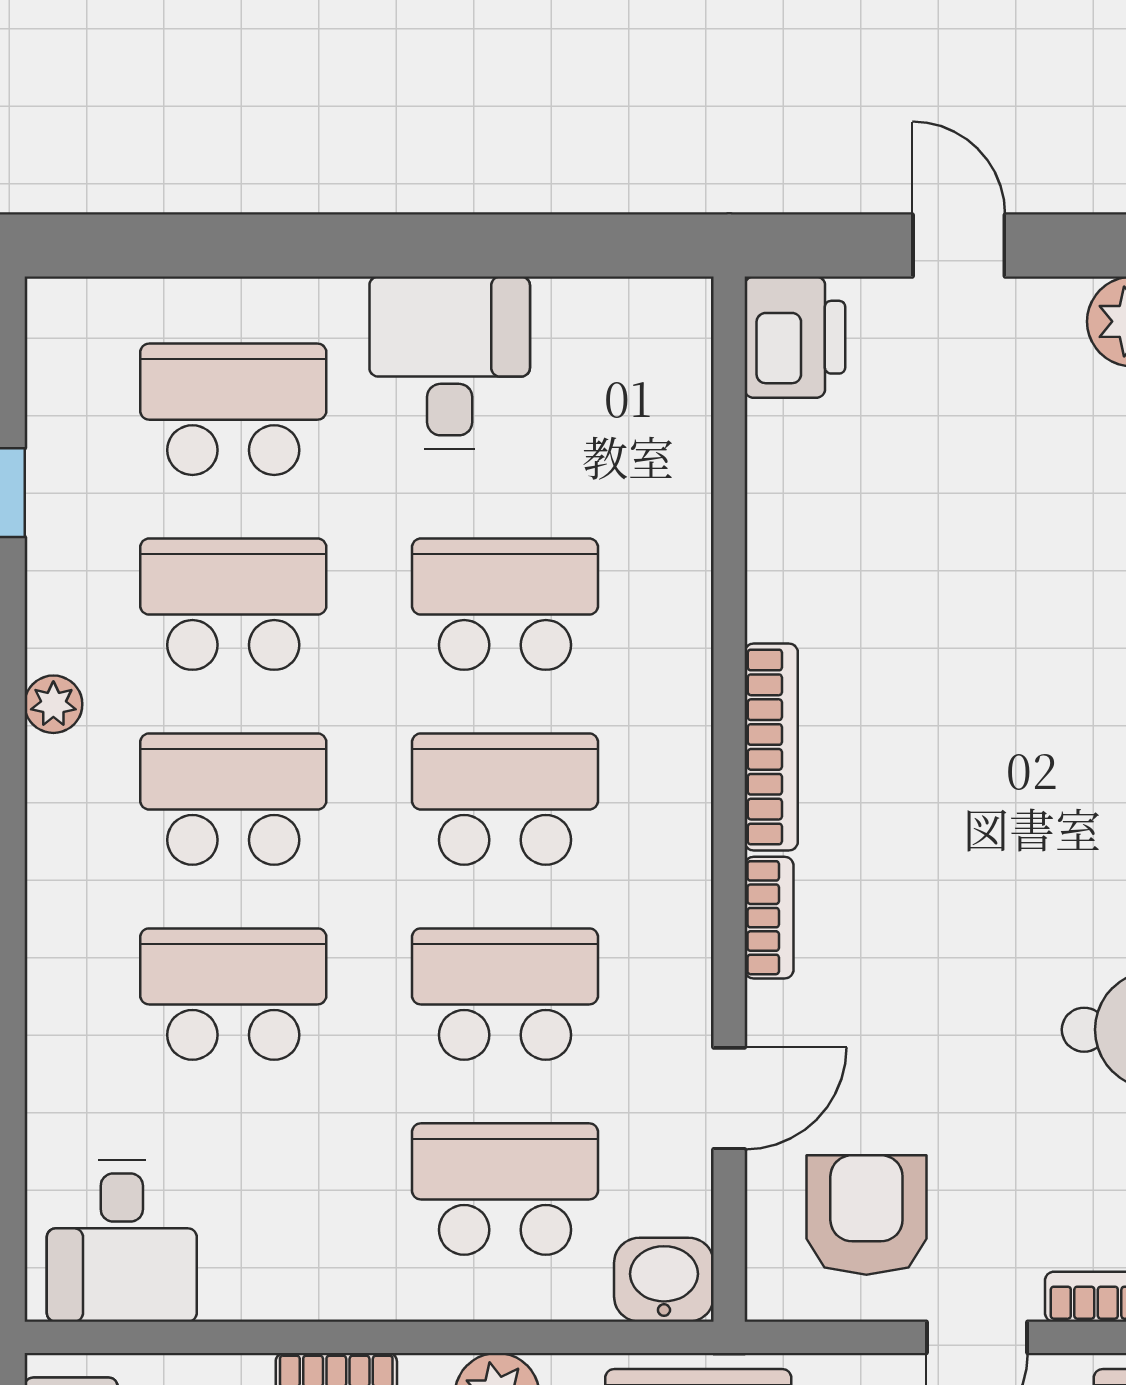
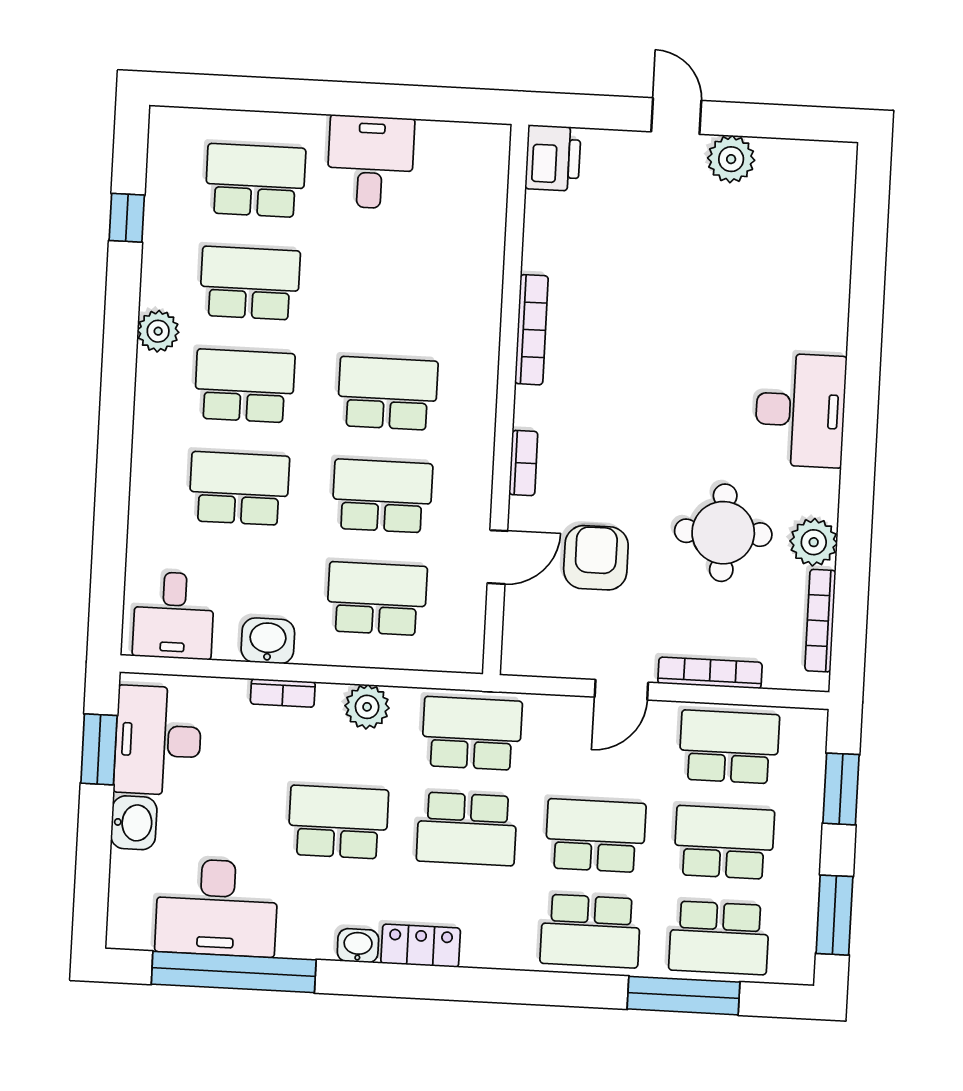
door: (959, 245) -> (676, 116), moved
school desk: (505, 604) -> (393, 291), removed
plant: (53, 704) -> (158, 331), width x1.38, depth x1.38
bookcase: (771, 747) -> (532, 330), moved
armchair: (866, 1215) -> (596, 558), moved
washbasin: (664, 1280) -> (268, 641), moved

